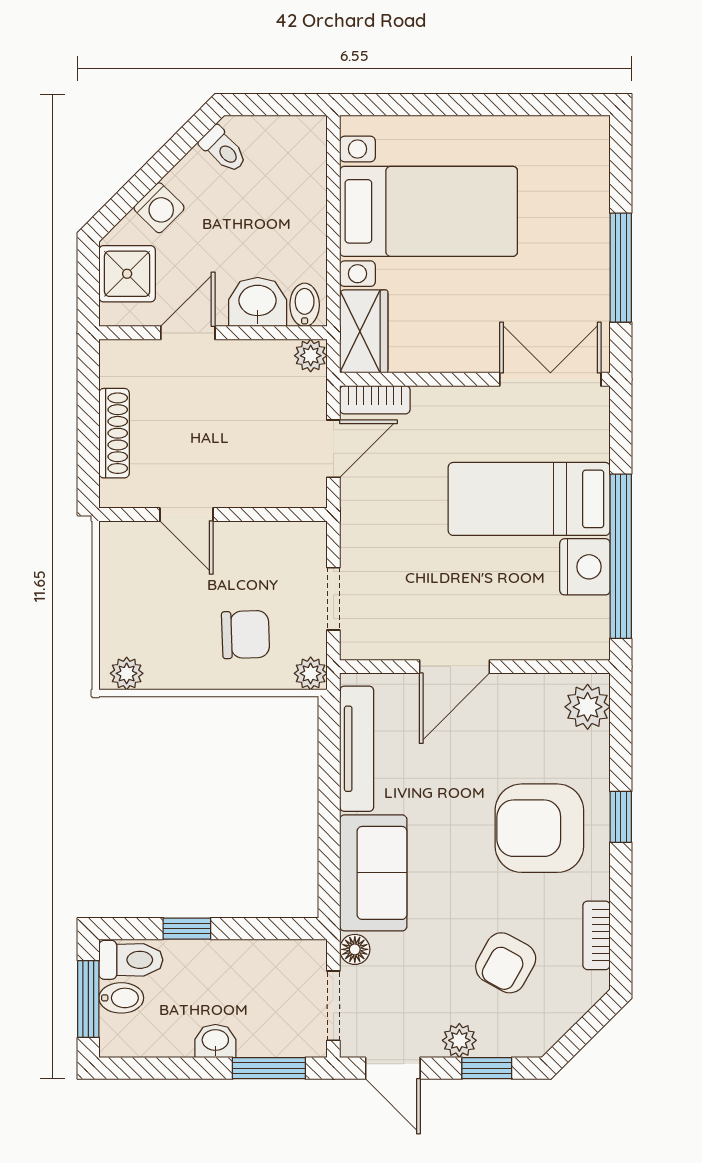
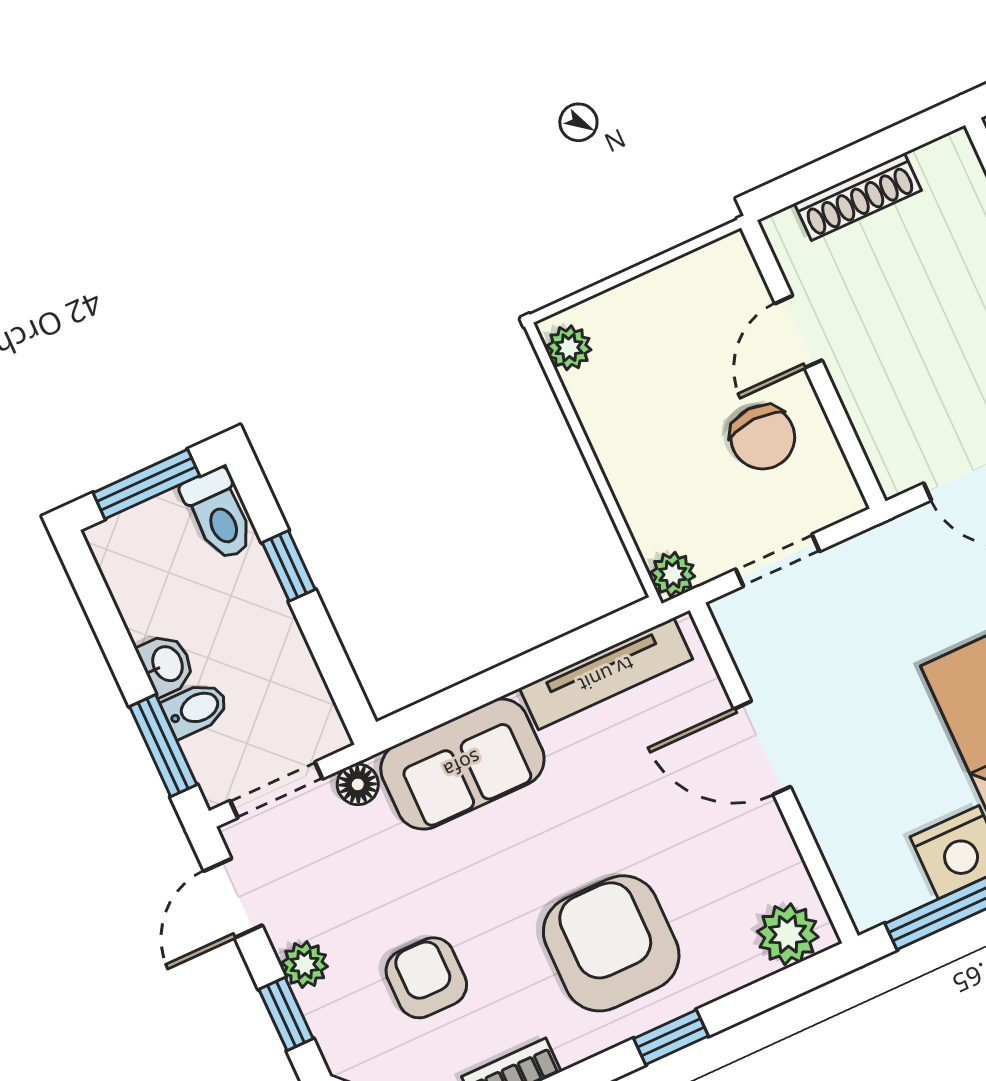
chair: (246, 634) -> (763, 437), moved
armchair: (506, 963) -> (426, 978), turned 61
bidet: (121, 998) -> (196, 709), moved, turned -90

